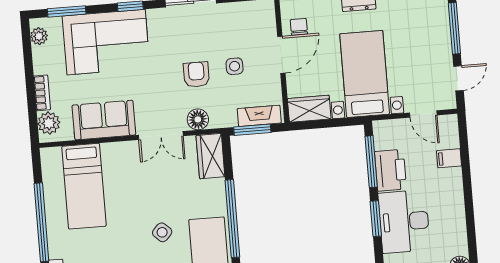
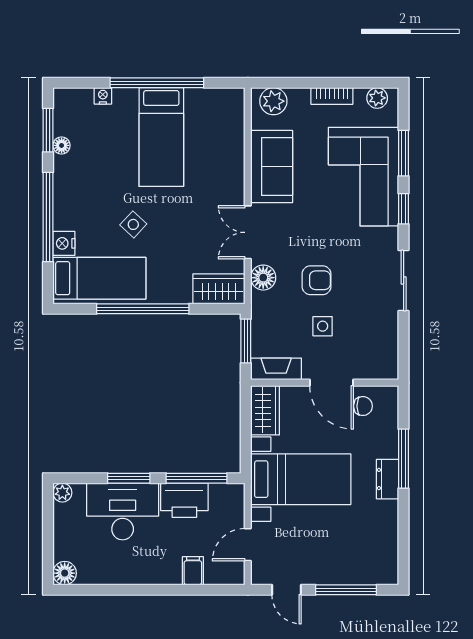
window: (67, 11) -> (404, 153), moved
bookcase: (42, 93) -> (332, 96), moved
fireplace: (259, 116) -> (276, 369), moved, turned -90
bed: (84, 186) -> (161, 137), moved, turned -90

